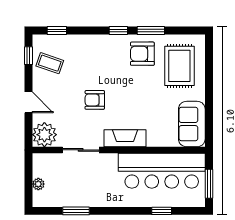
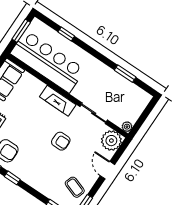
plant: (38, 184) -> (127, 127), moved

